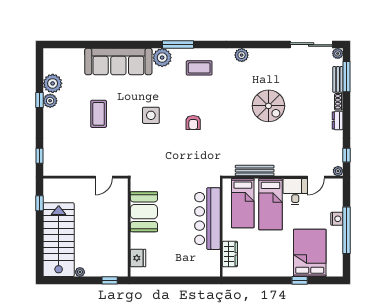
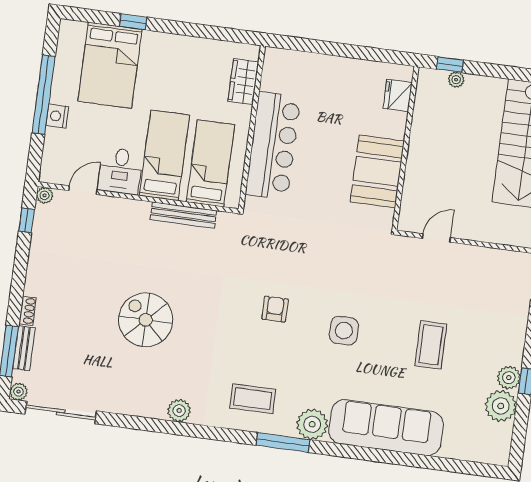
dresser: (338, 120) -> (34, 280), removed
plant: (80, 272) -> (456, 80), moved

